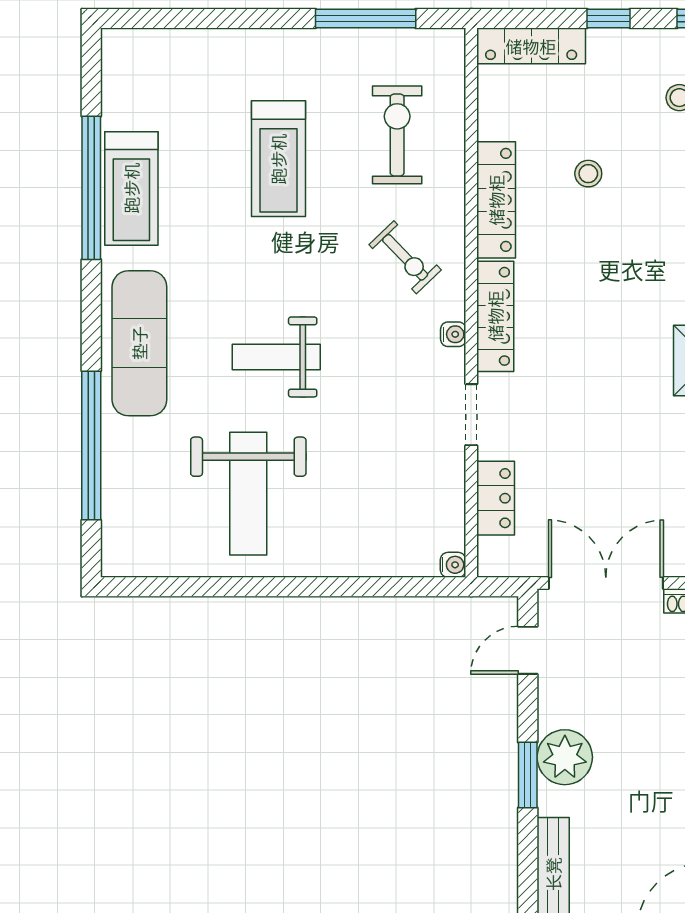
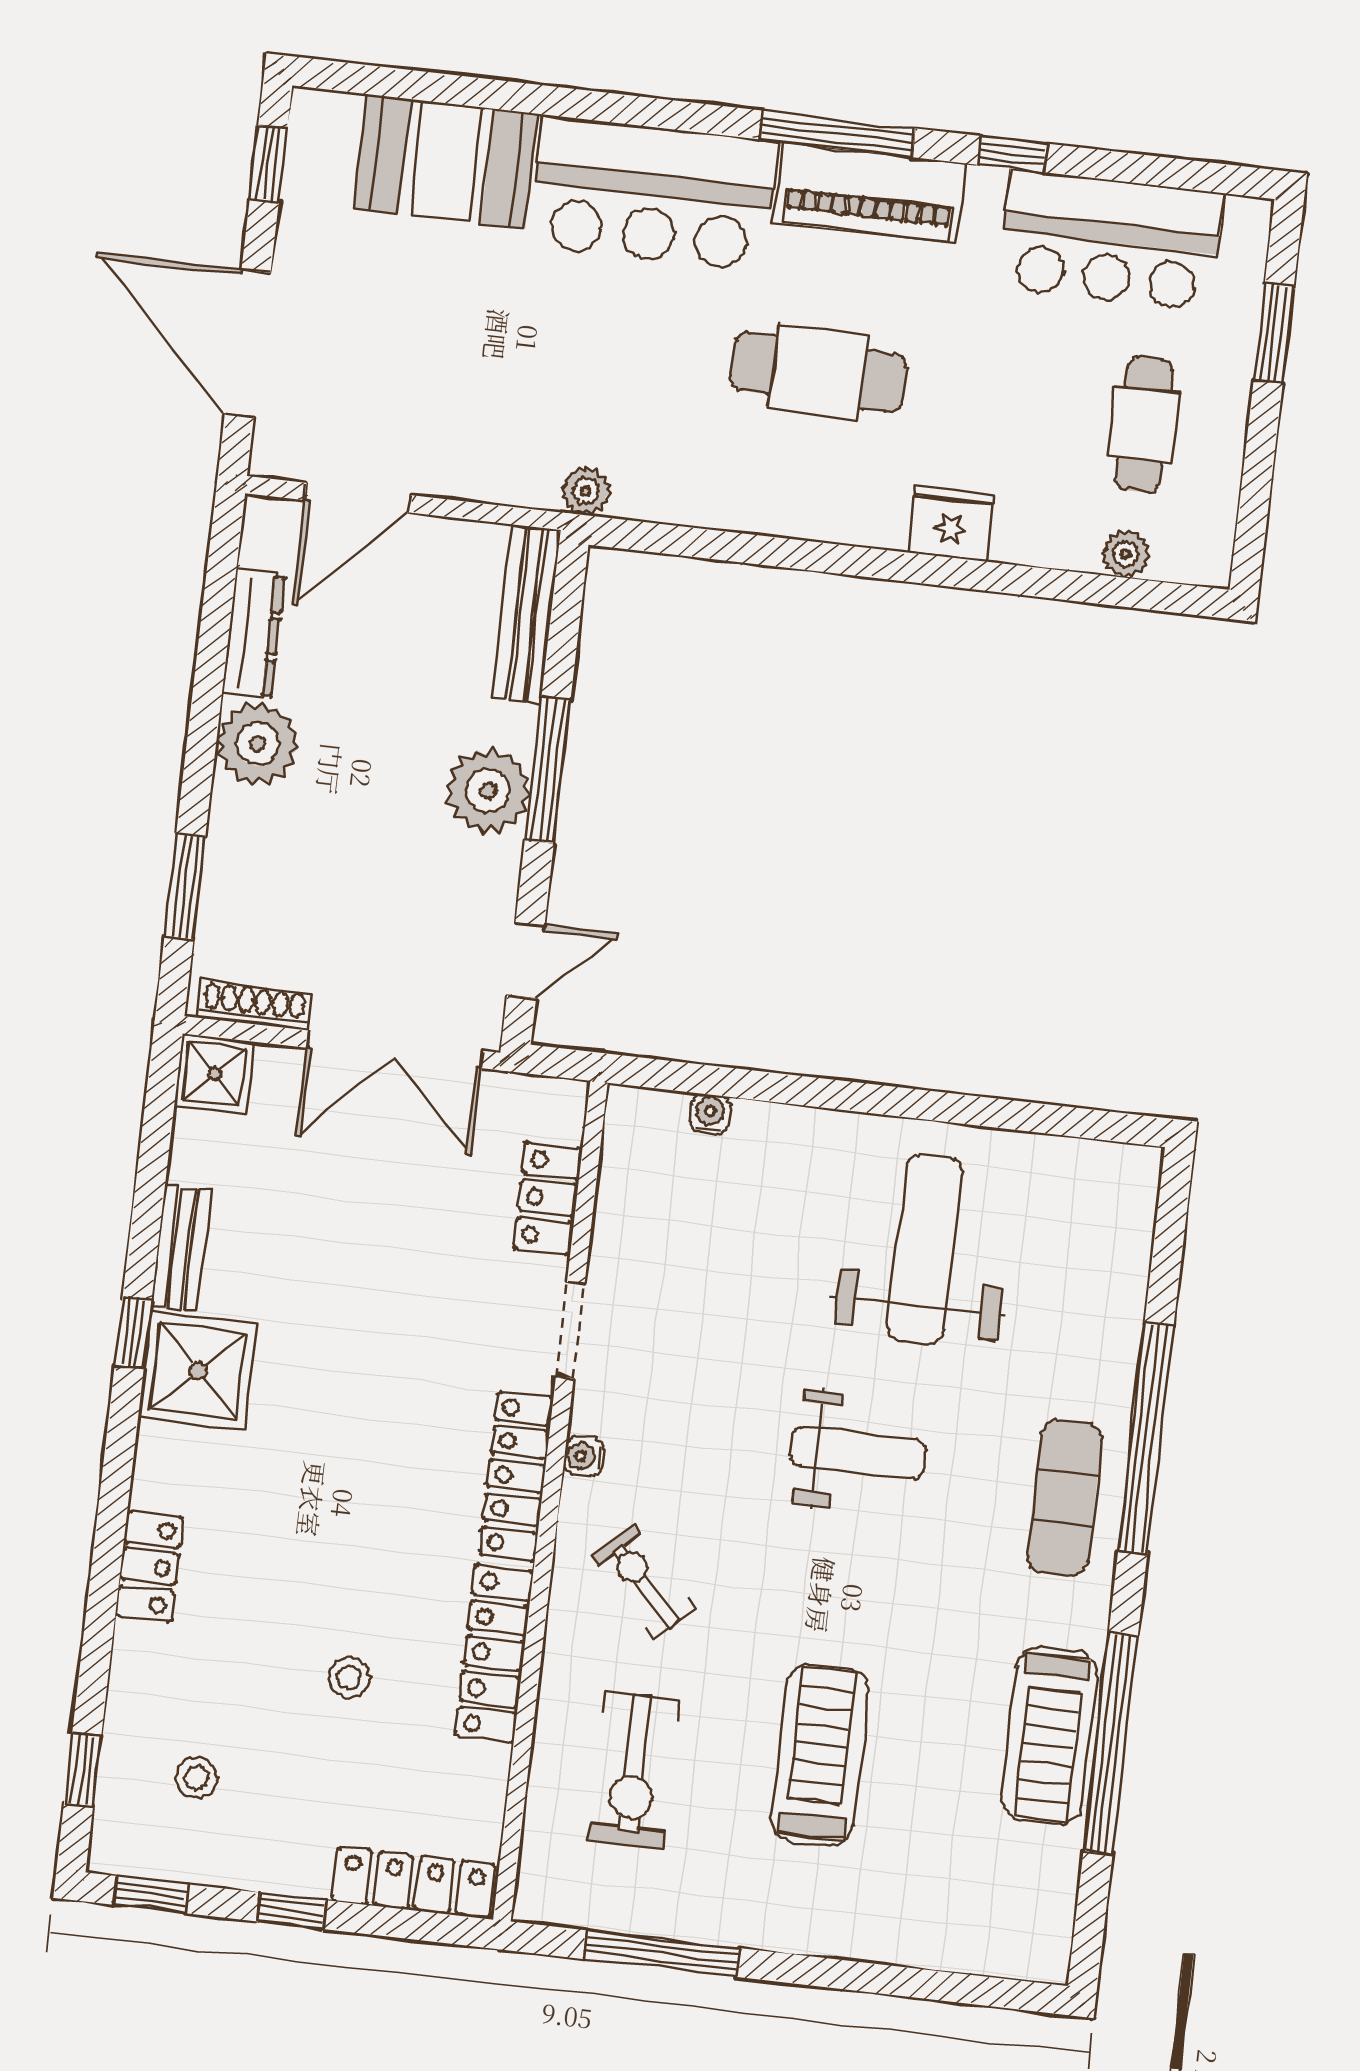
treadmill: (131, 188) -> (1049, 1736), turned 180
exercise mat: (139, 343) -> (1064, 1498), width x0.73, depth x0.69
window: (91, 446) -> (1146, 1438), moved
water cooler: (453, 565) -> (710, 1114), moved, turned 90
window: (528, 775) -> (548, 770), width x1.44

